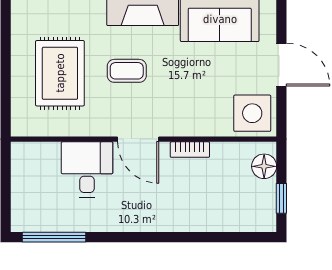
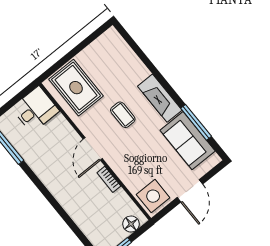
rug: (60, 73) -> (76, 88), moved, turned 90
desk: (87, 169) -> (35, 110), moved

